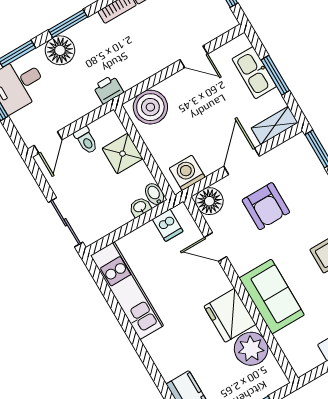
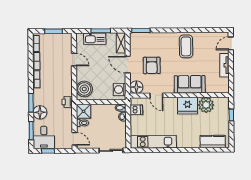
door: (194, 57) -> (74, 60), hinge flipped
shower: (123, 154) -> (84, 111), moved
armchair: (266, 206) -> (152, 65), turned 90
door: (215, 247) -> (156, 95), hinge flipped

